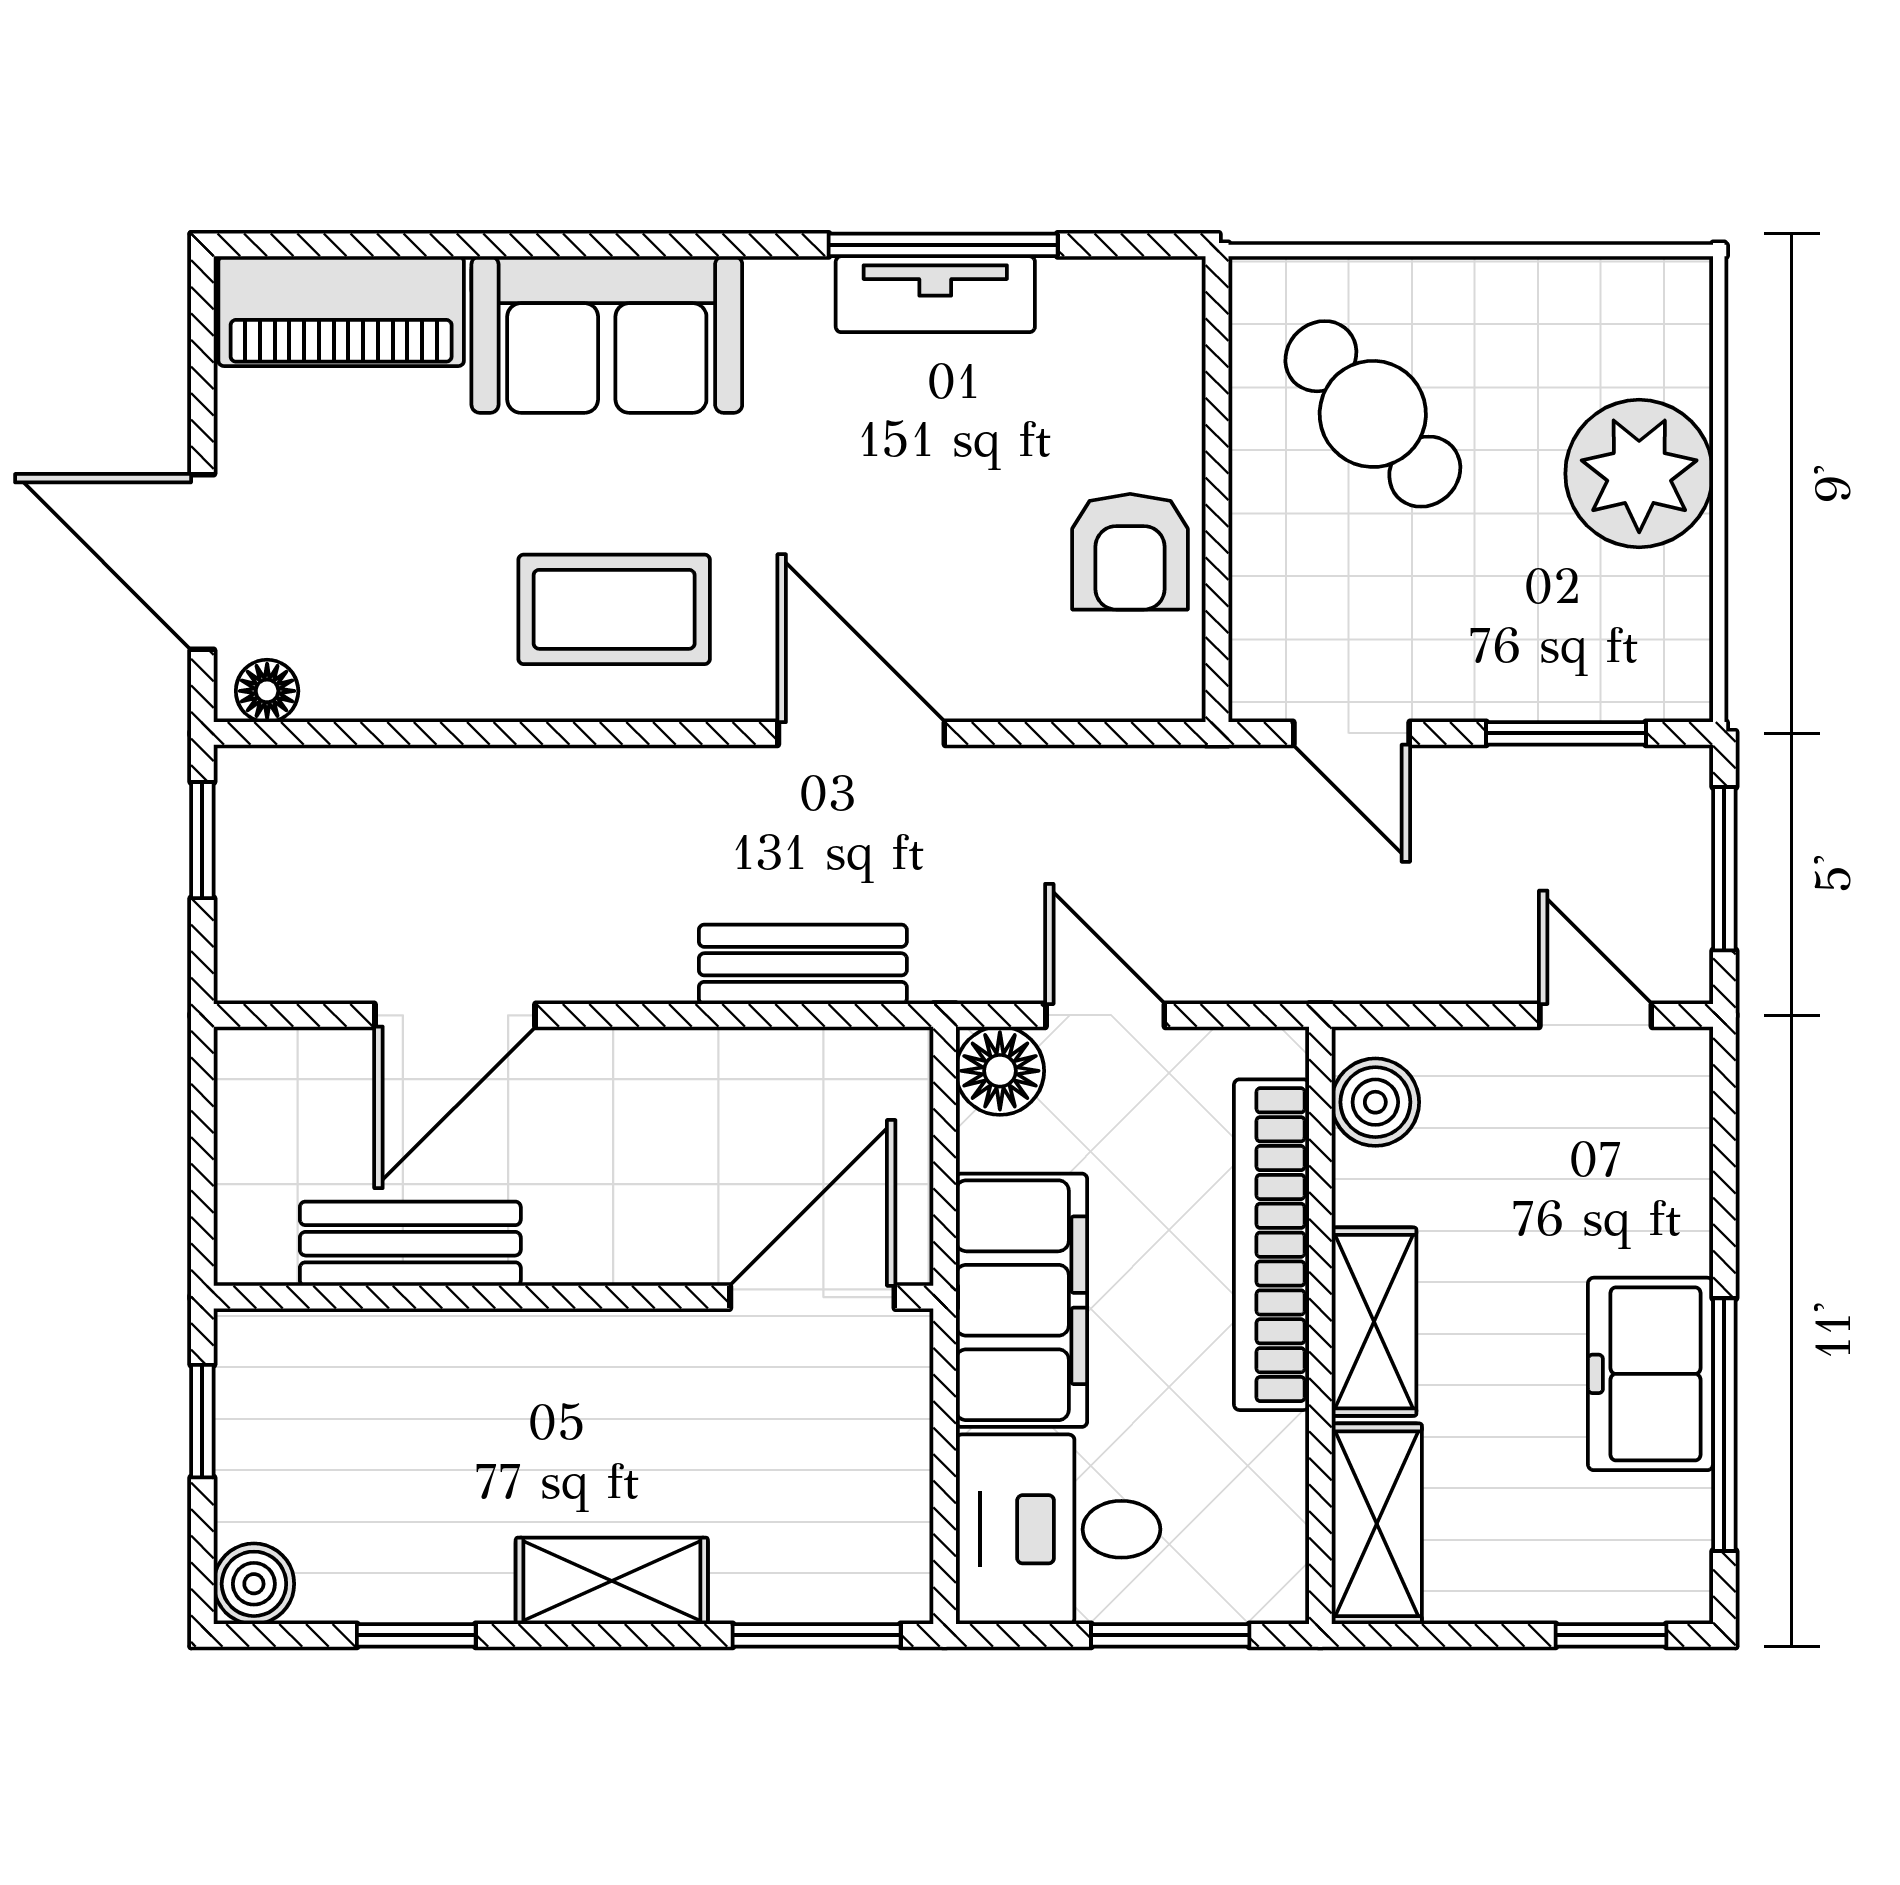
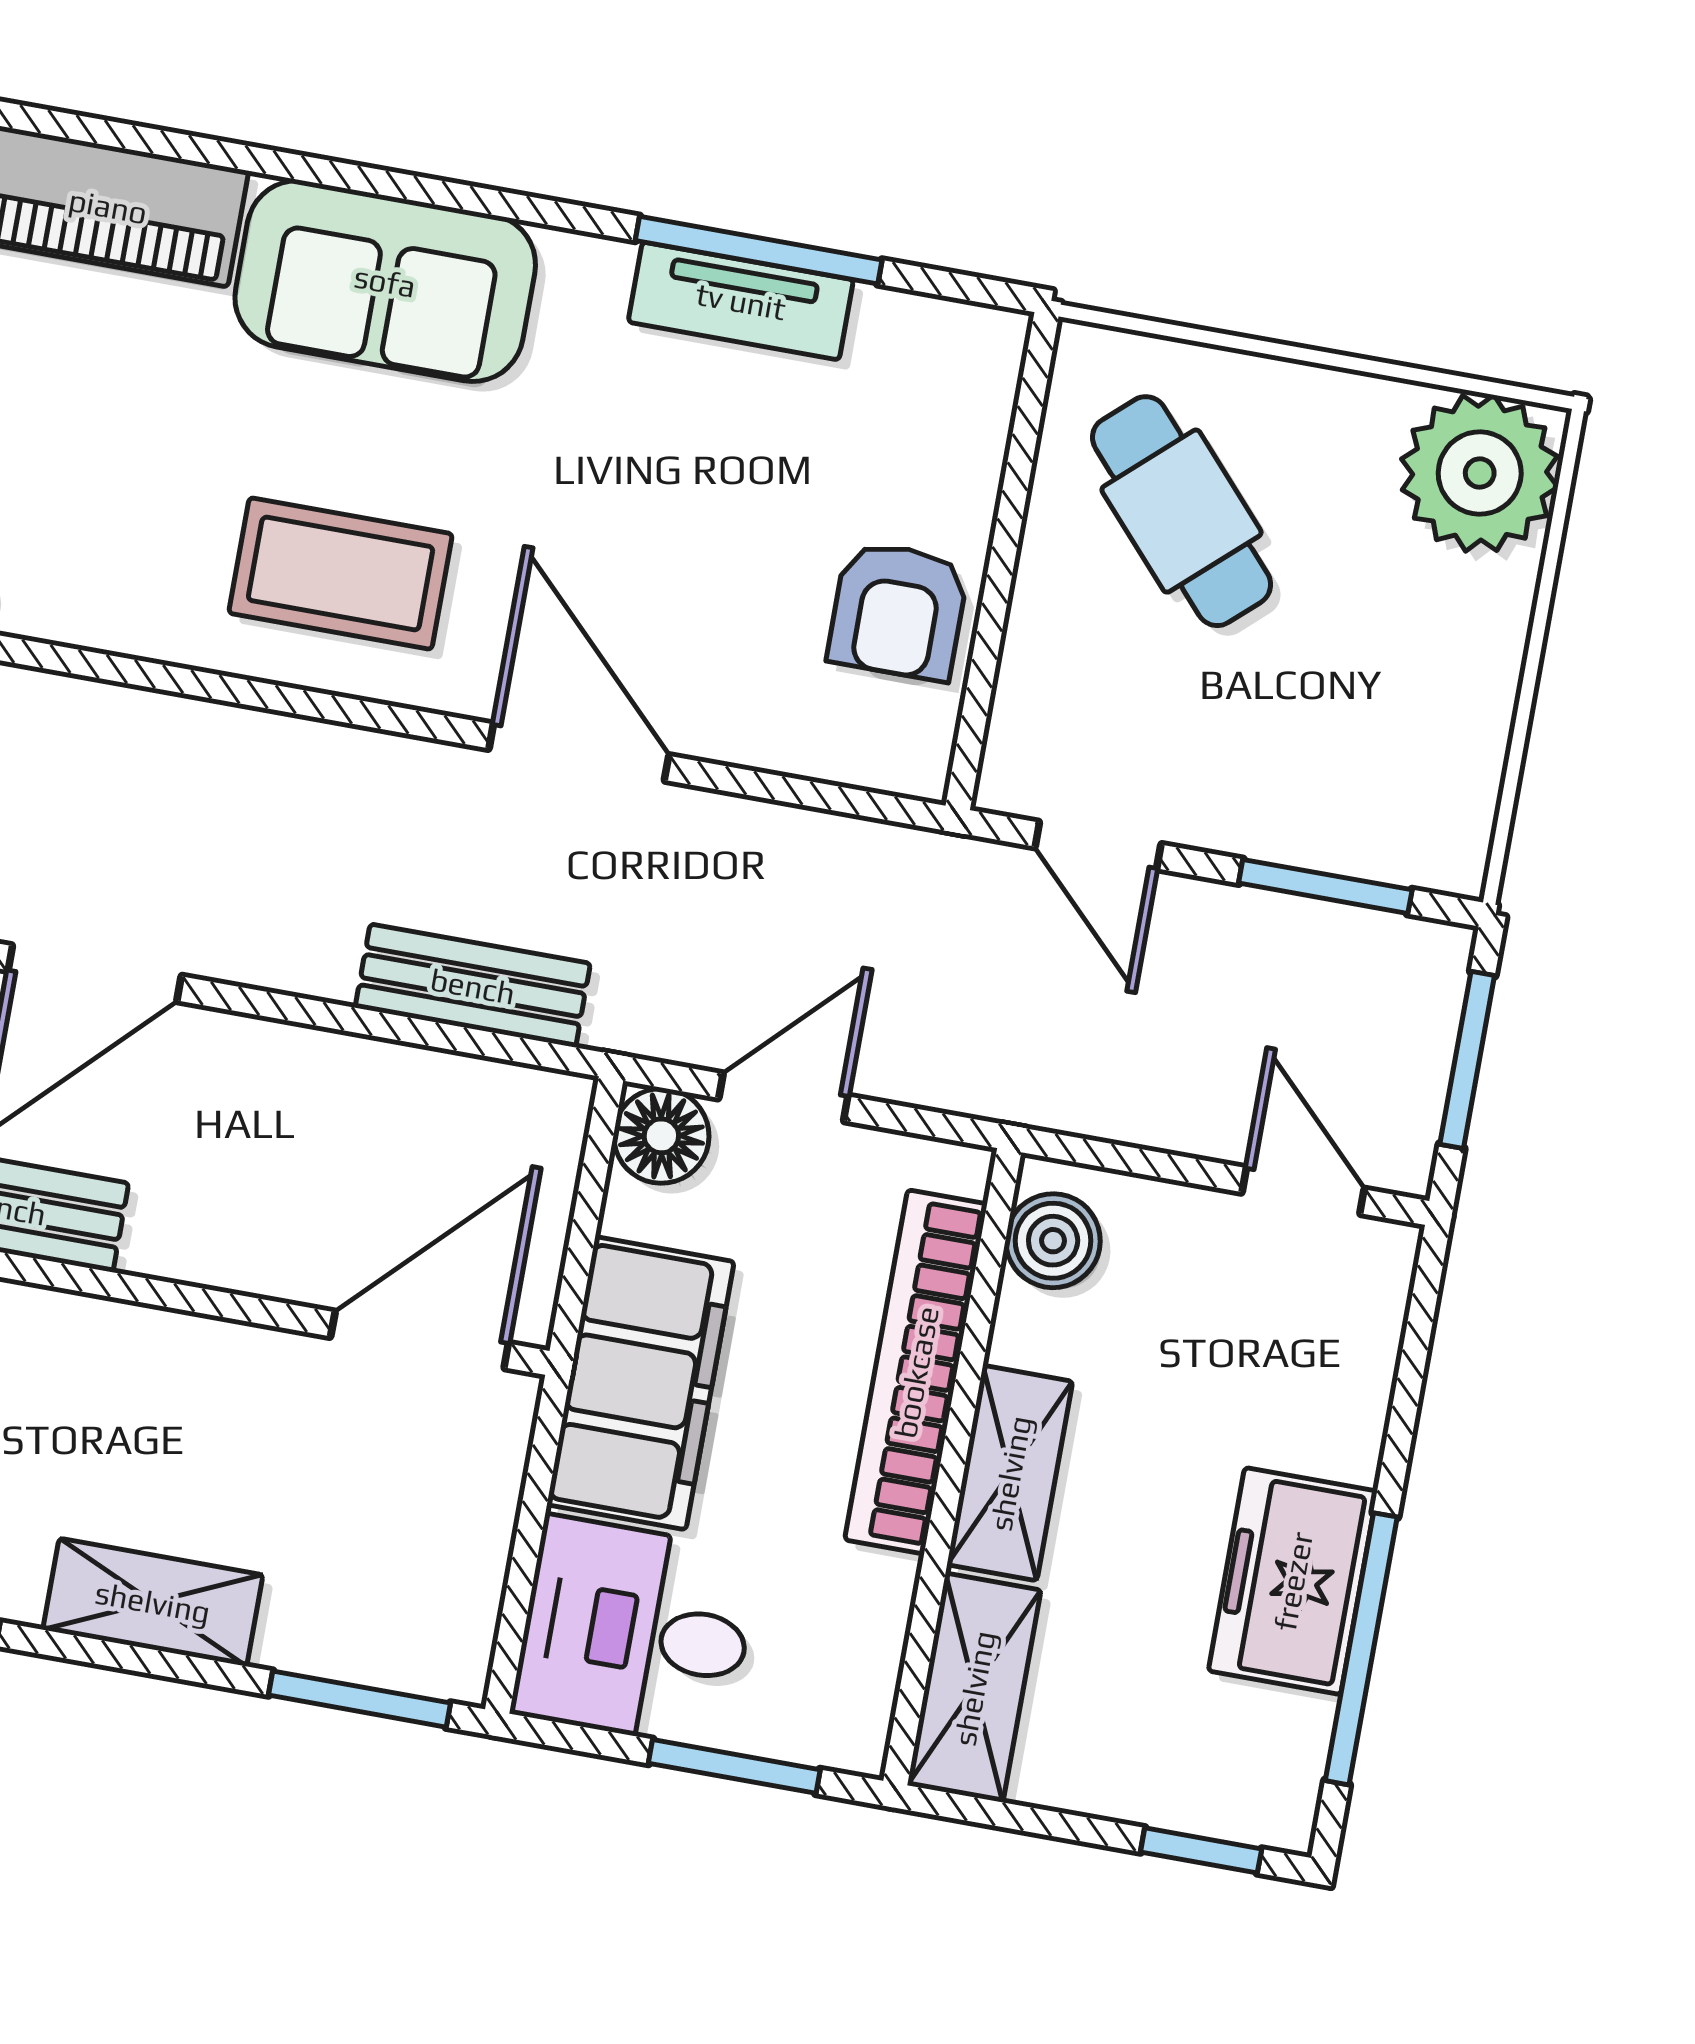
plant: (1639, 474) -> (1480, 473), moved
door: (1105, 1015) -> (783, 1097), hinge flipped

